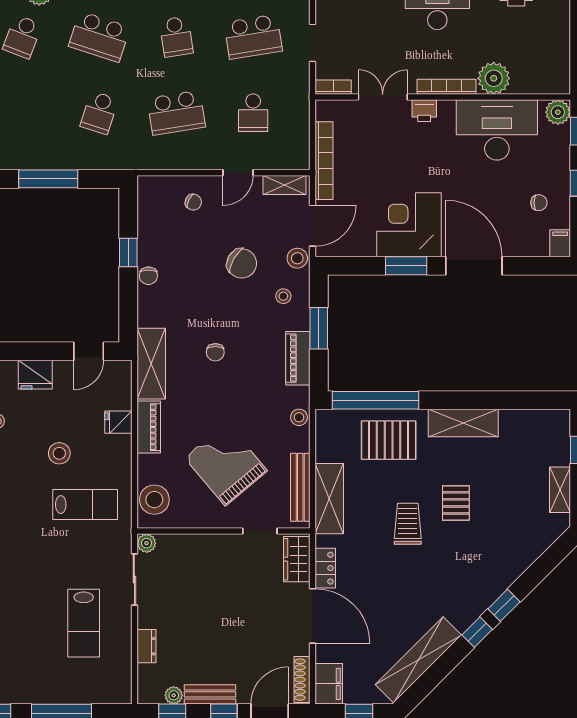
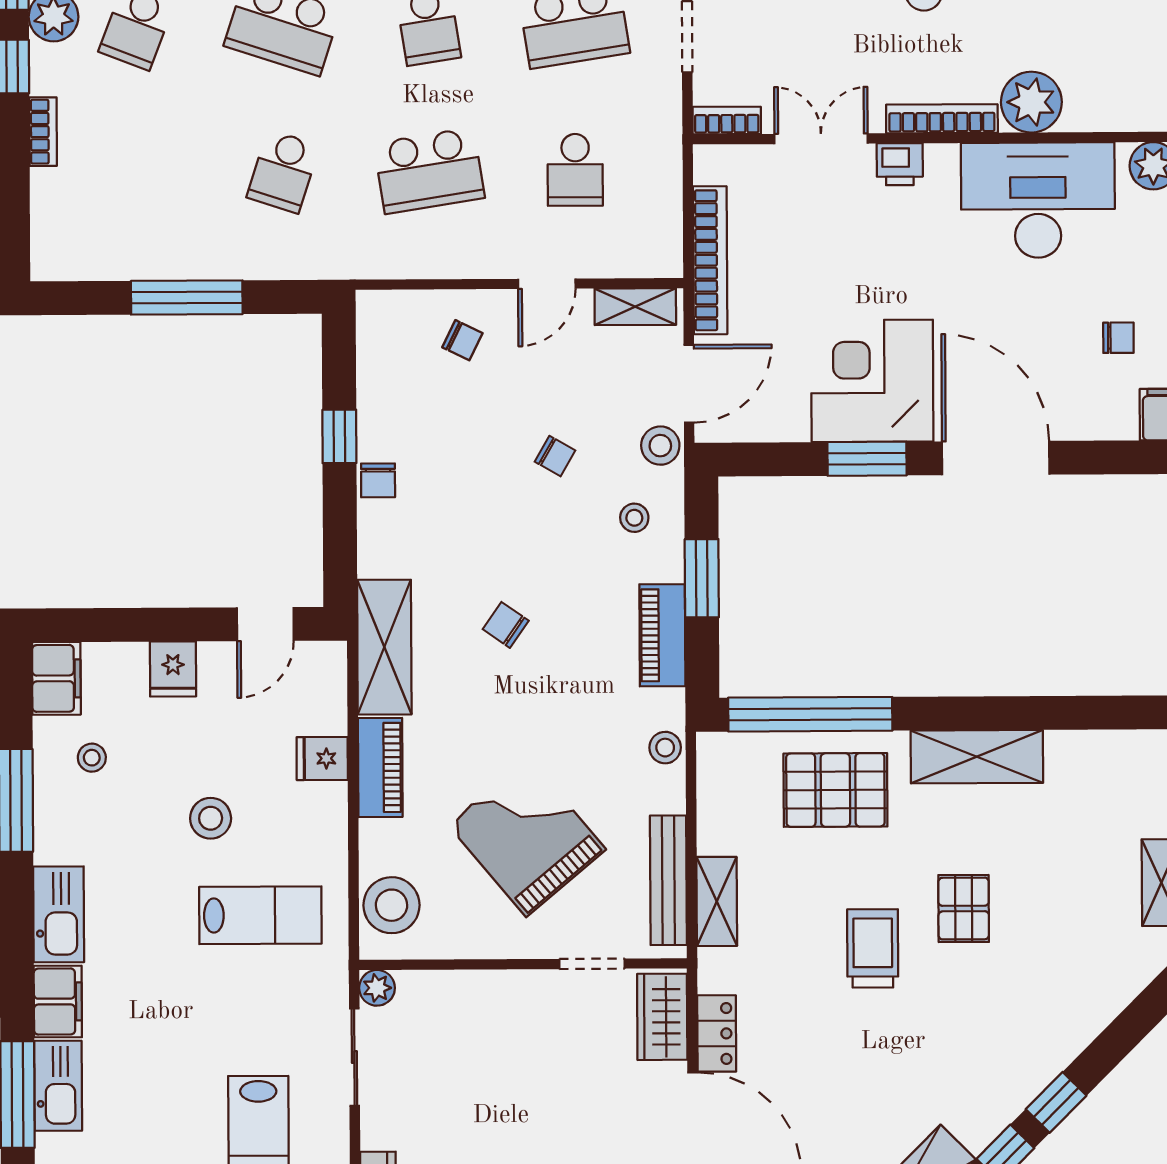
chair: (242, 263) -> (555, 456), width x0.54, depth x0.54
chair: (215, 352) -> (506, 625), turned 125
fridge: (35, 375) -> (173, 669), width x0.72
shelving: (329, 499) -> (717, 901), width x0.67, depth x0.75

